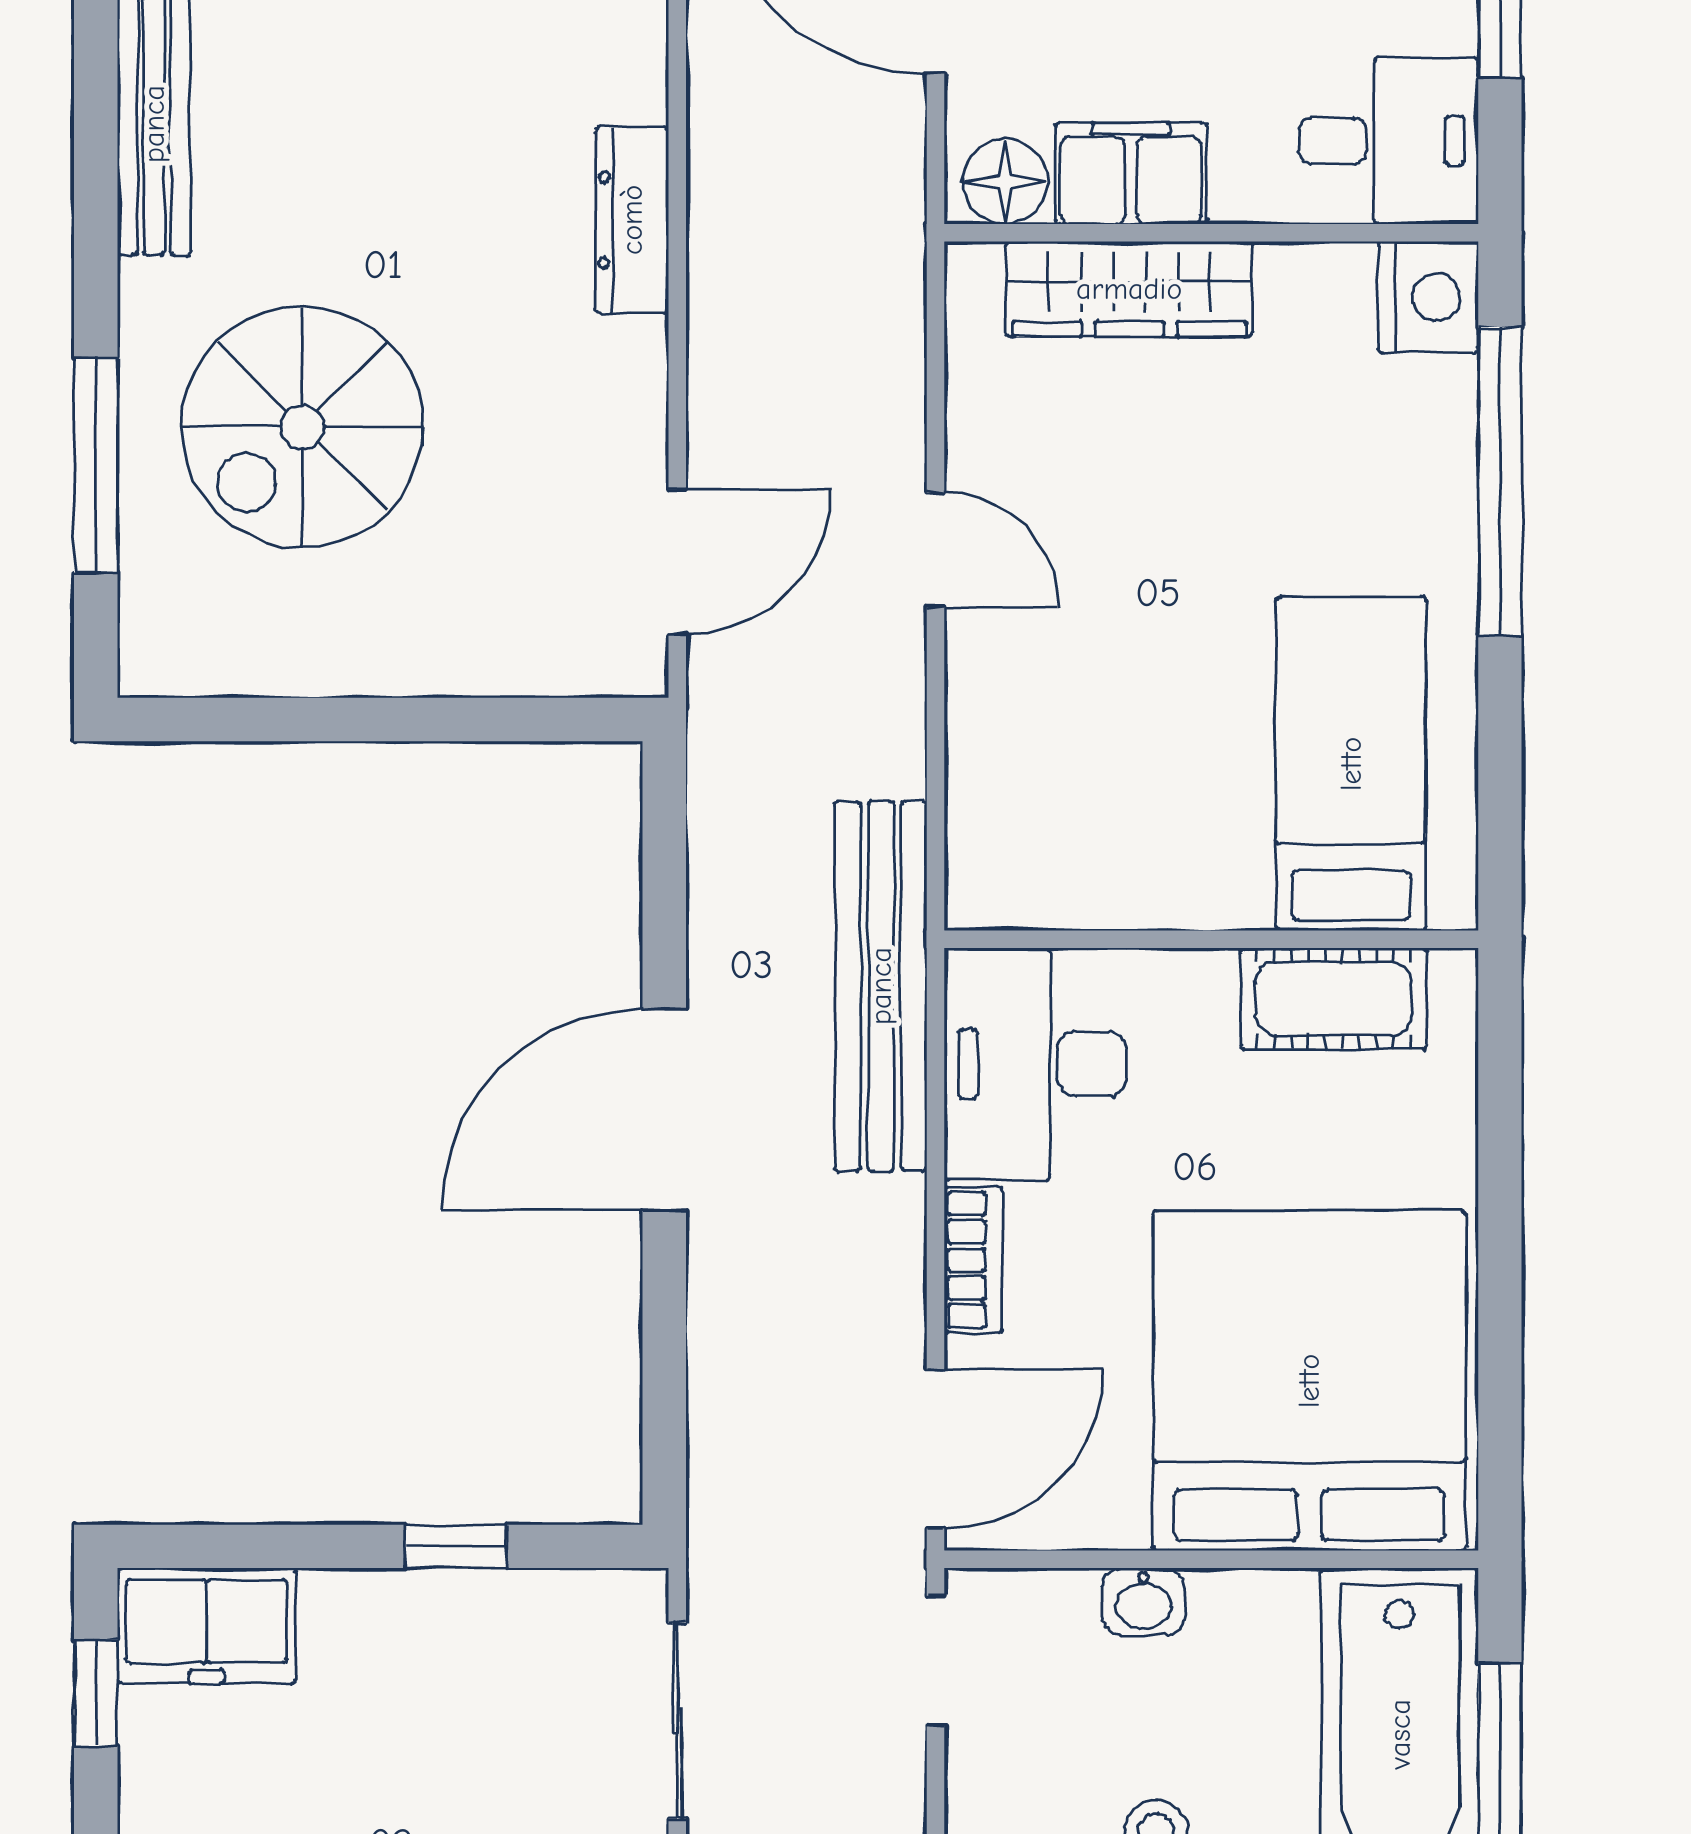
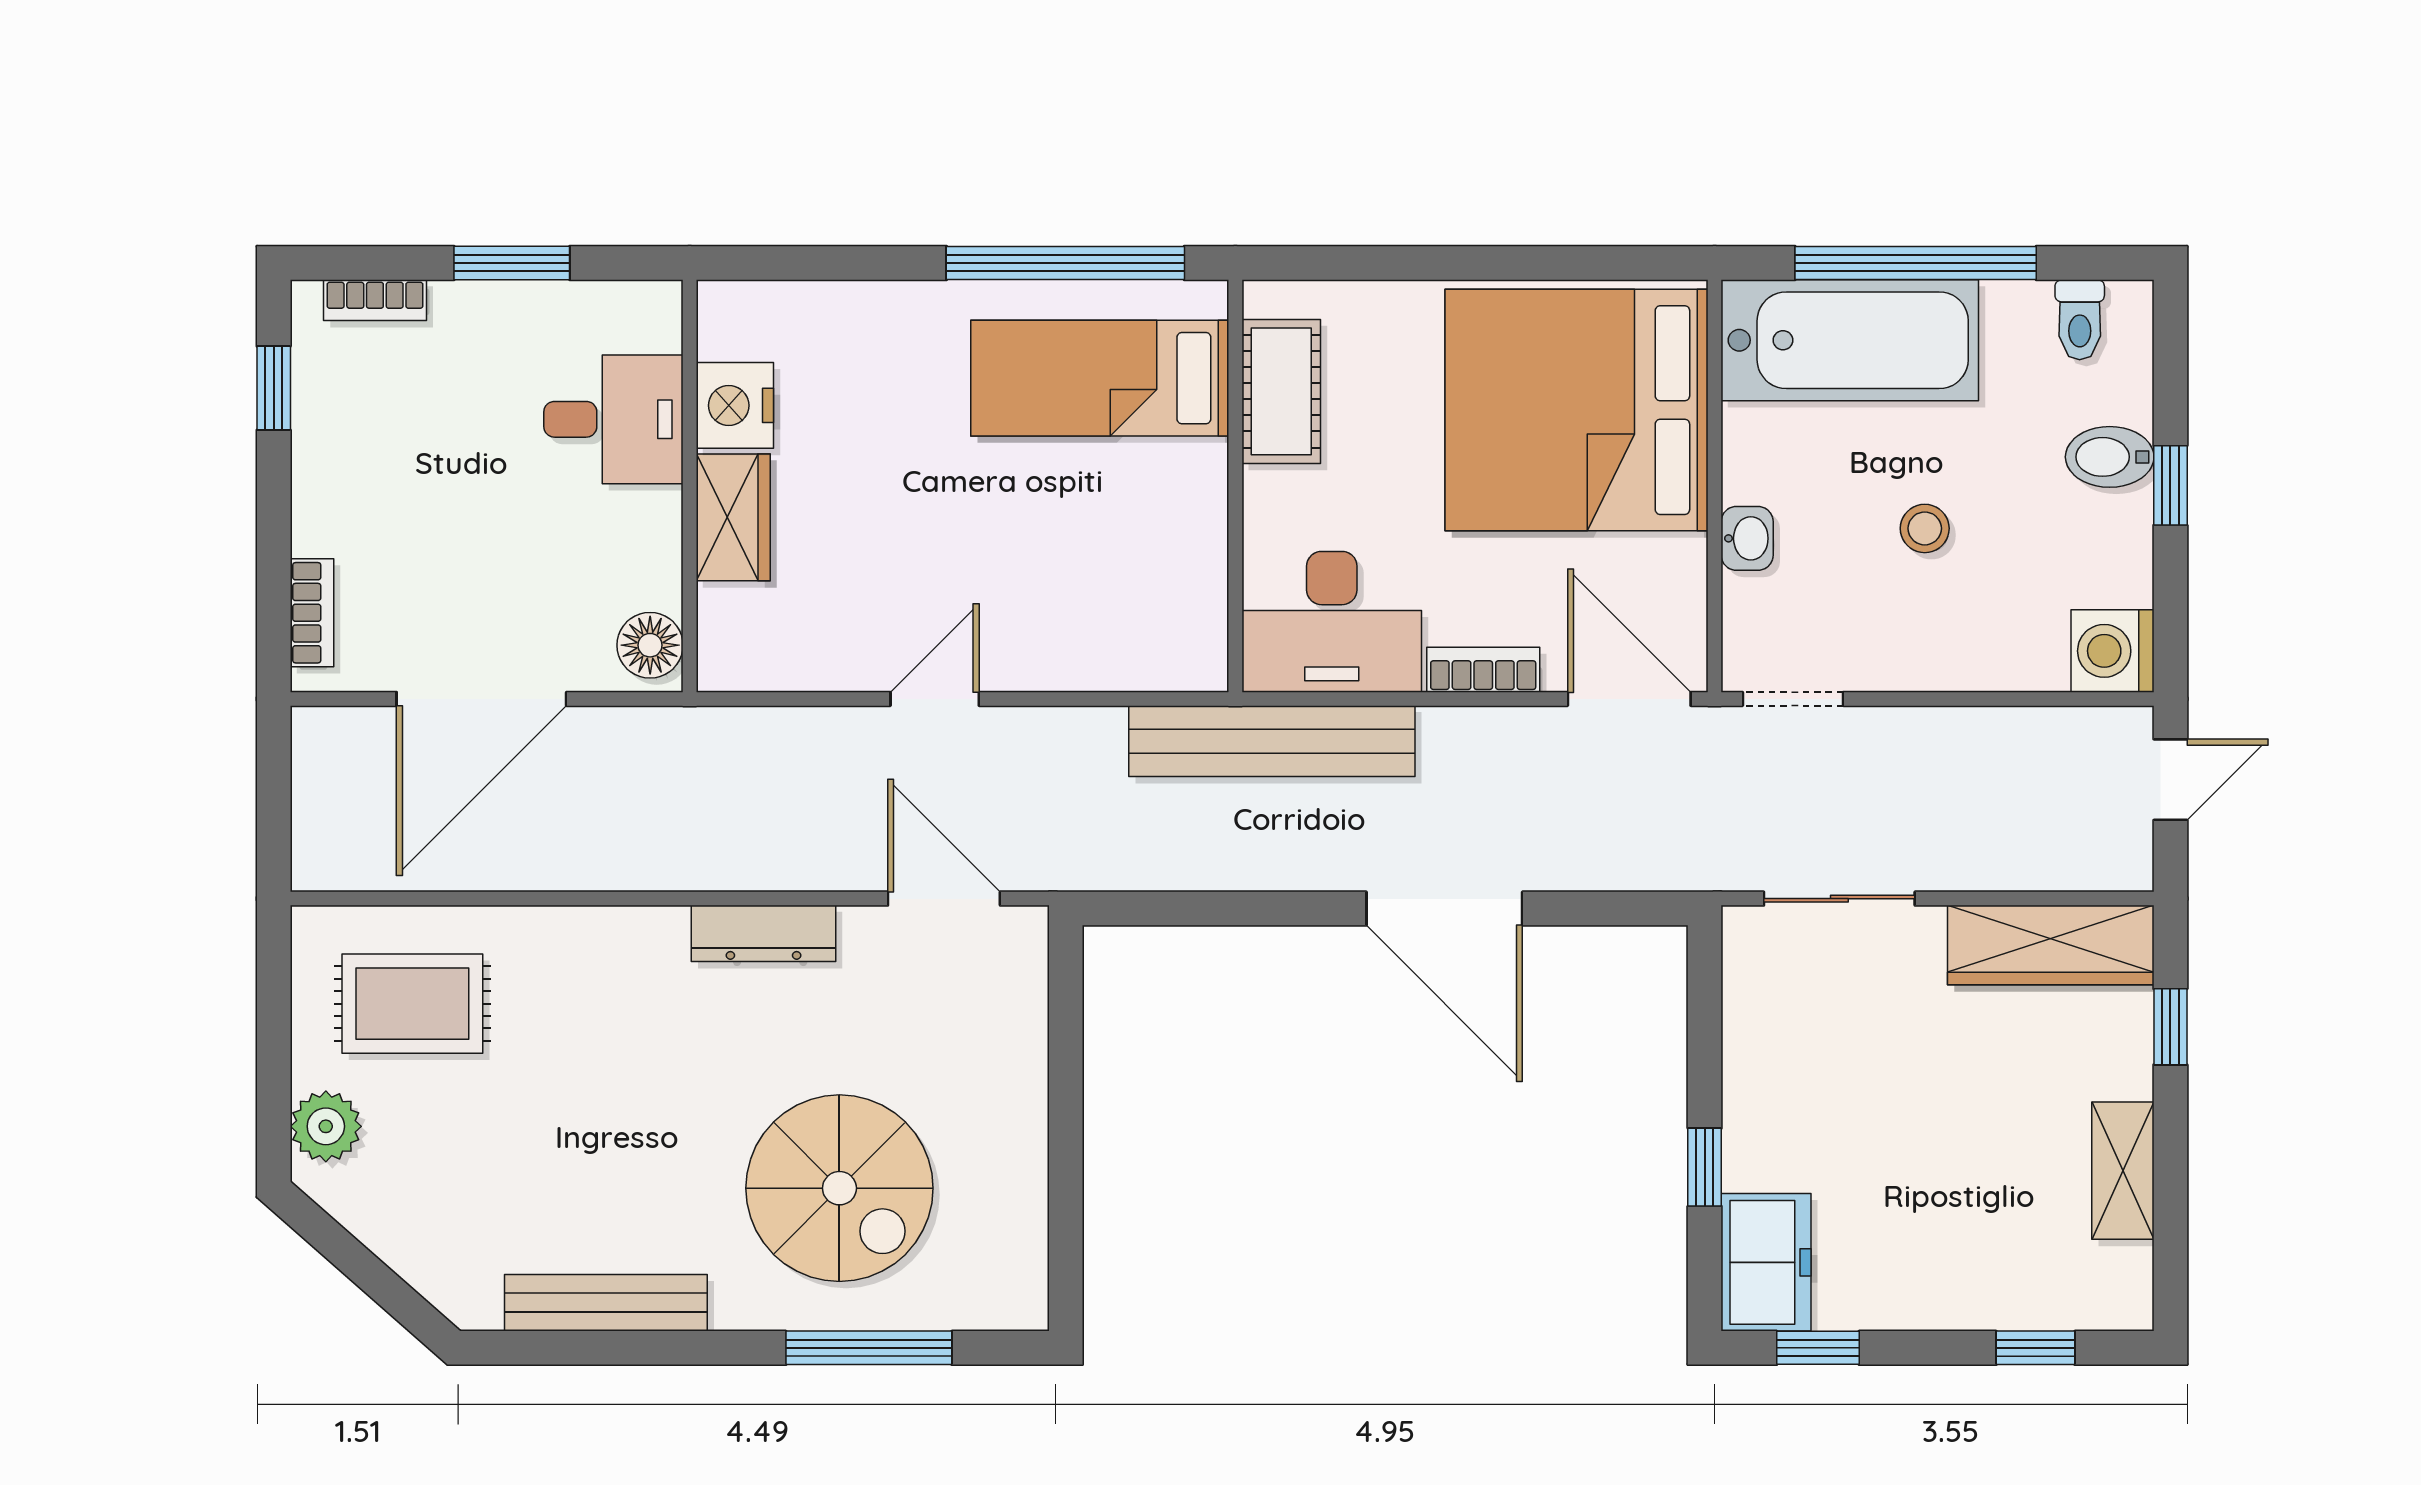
desk: (1388, 141) -> (613, 419), moved, turned 90
filing cabinet: (1131, 173) -> (644, 548), removed
dresser: (632, 220) -> (764, 933), moved
wardrobe: (1129, 289) -> (733, 517), width x0.67
nightstand: (1428, 297) -> (735, 405), moved, turned -90
window: (1500, 481) -> (1065, 263), moved
door: (664, 1110) -> (1444, 909), moved
window: (456, 1546) -> (1705, 1167), moved

